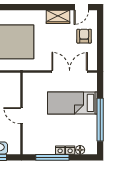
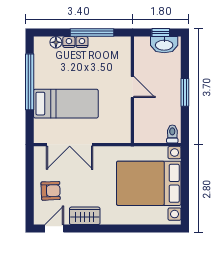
armchair: (84, 36) -> (51, 191), turned -92

